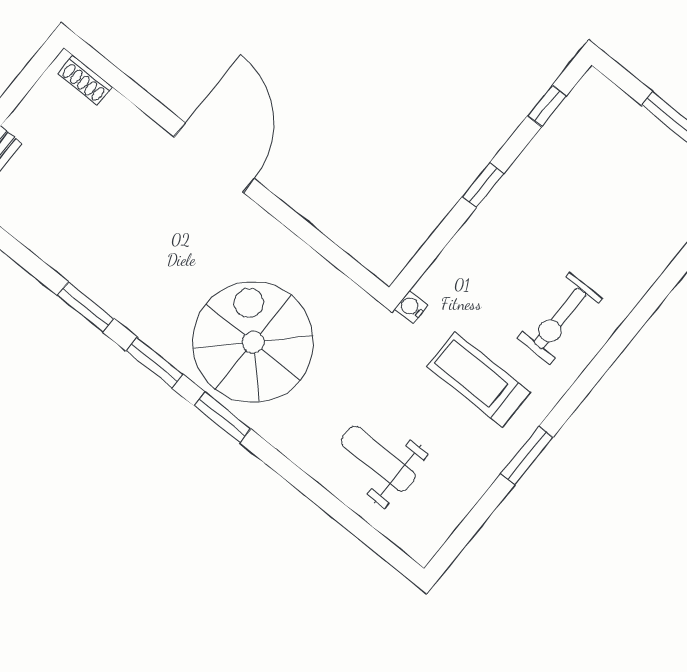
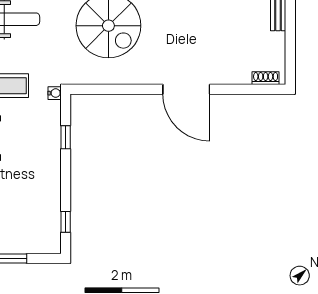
window: (483, 185) -> (66, 137), moved

